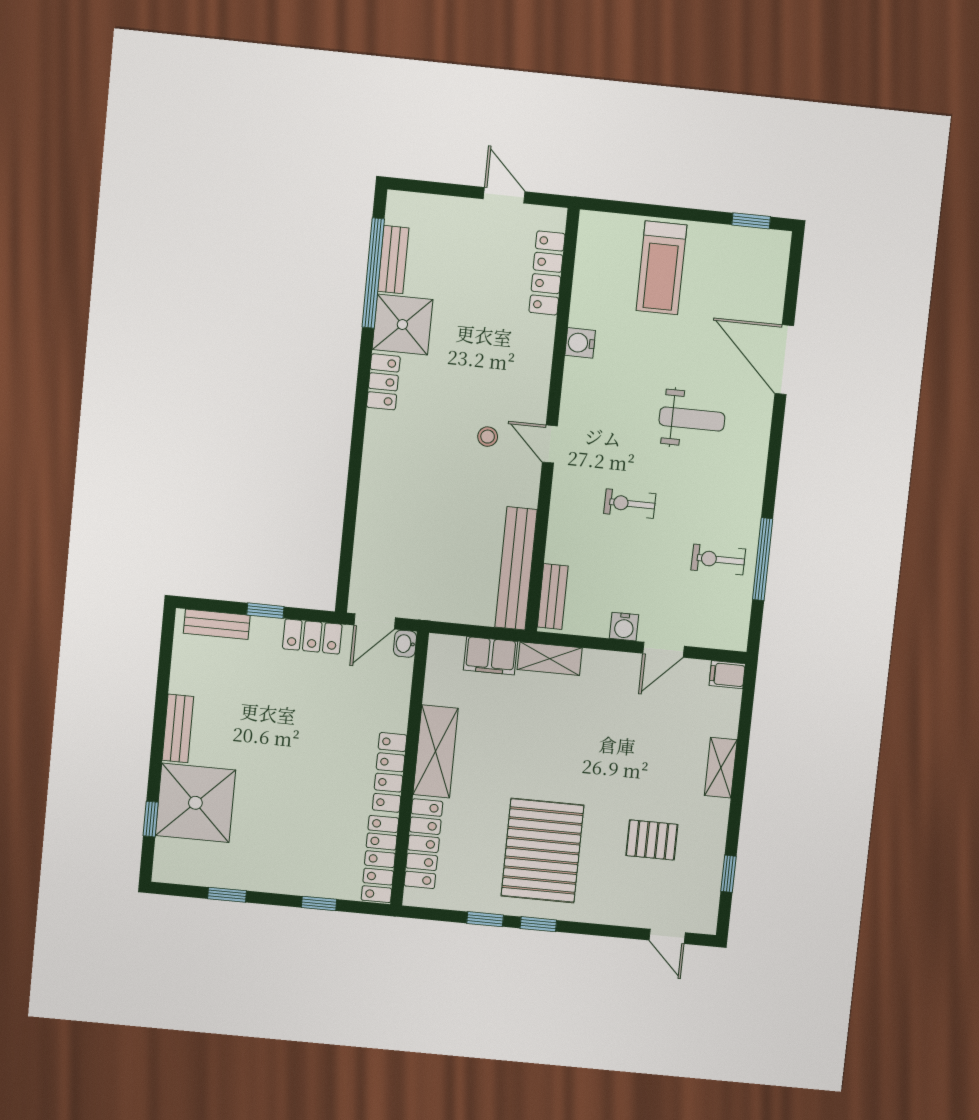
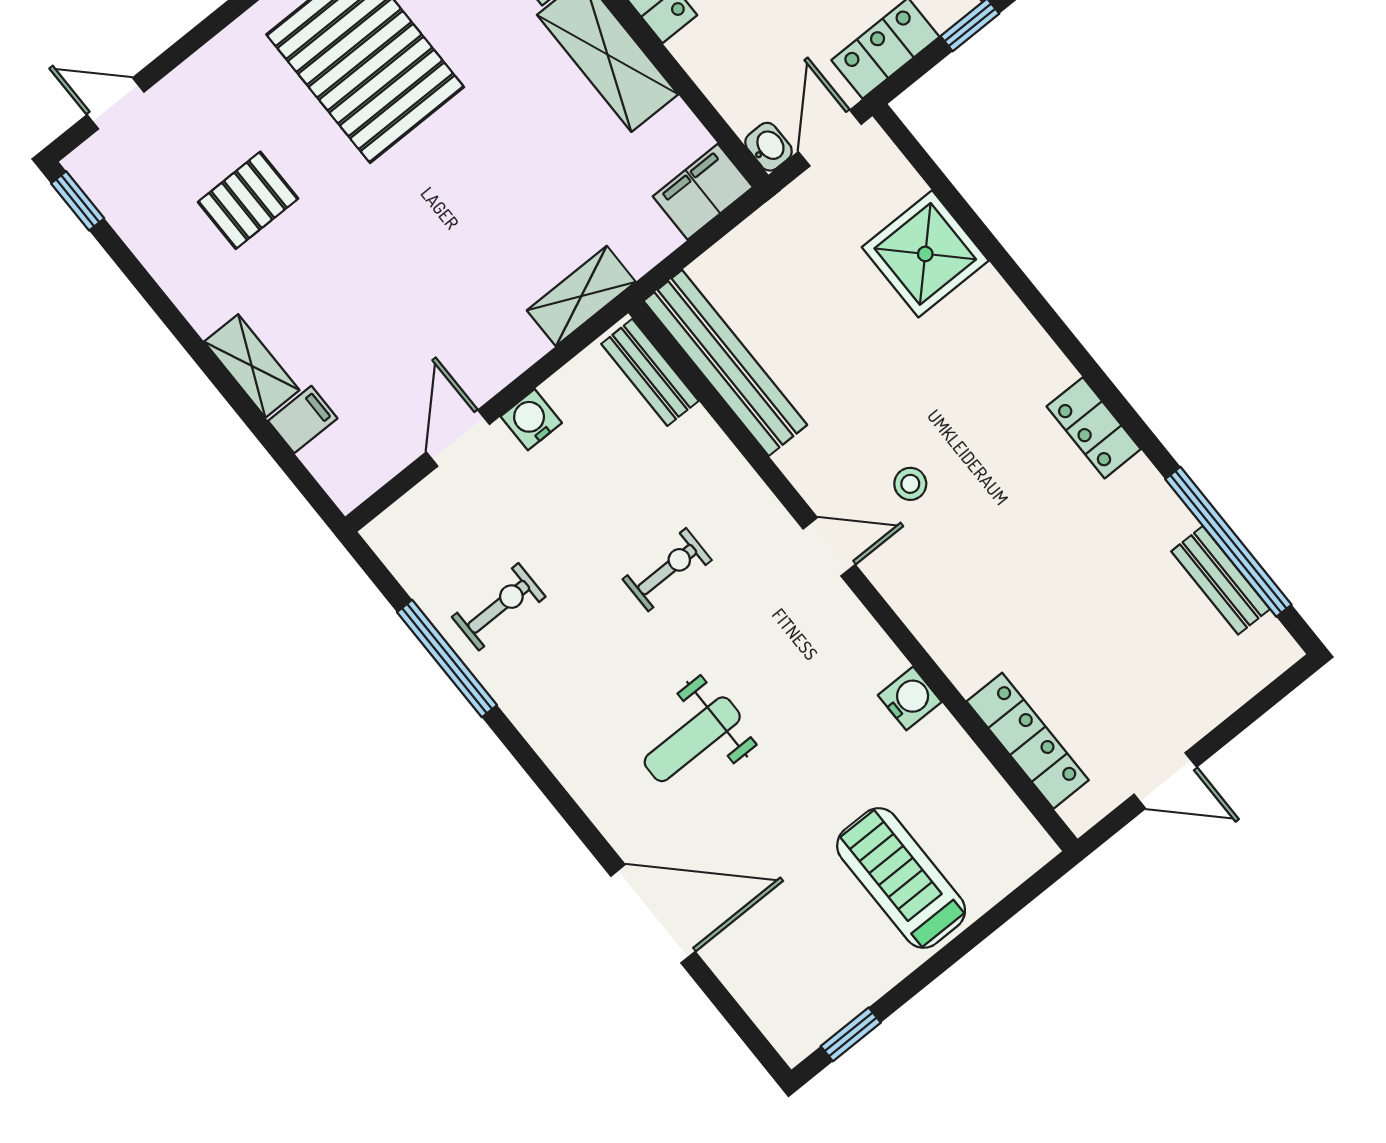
shower: (402, 325) -> (925, 254), moved
filing cabinet: (491, 656) -> (703, 192), moved
filing cabinet: (727, 675) -> (303, 420), moved
window: (729, 874) -> (78, 201), moved

